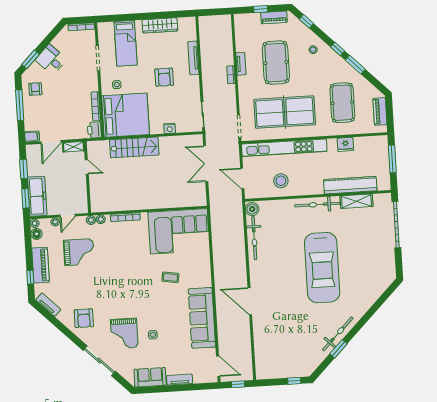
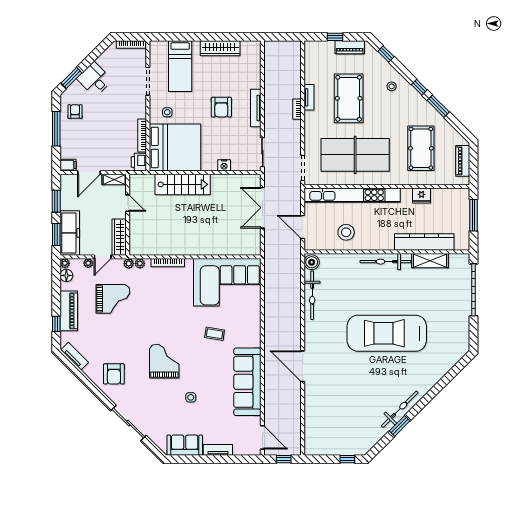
tv unit: (193, 58) -> (256, 108), moved
wardrobe: (81, 197) -> (119, 237), added
car: (322, 268) -> (387, 333), turned 90
grand piano: (124, 334) -> (164, 361), moved, turned 180

